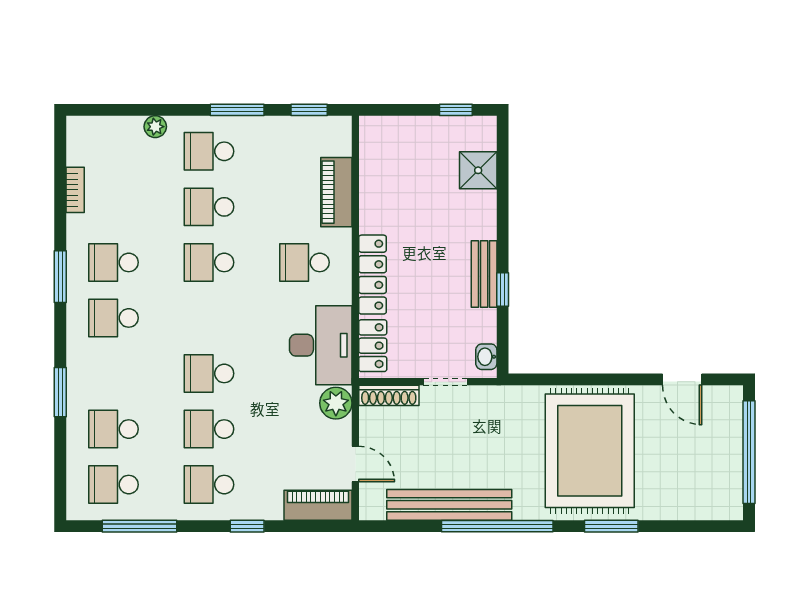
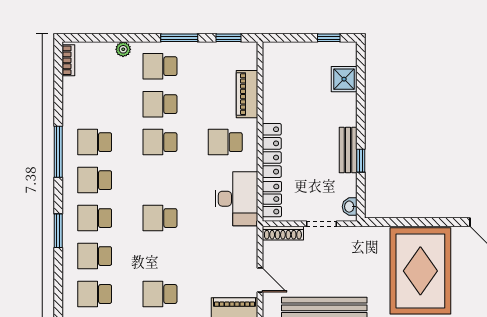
bookcase: (75, 190) -> (68, 60), moved
window: (60, 277) -> (58, 152), width x1.44
plant: (336, 403) -> (247, 238), removed
school desk: (209, 429) -> (95, 218), moved

